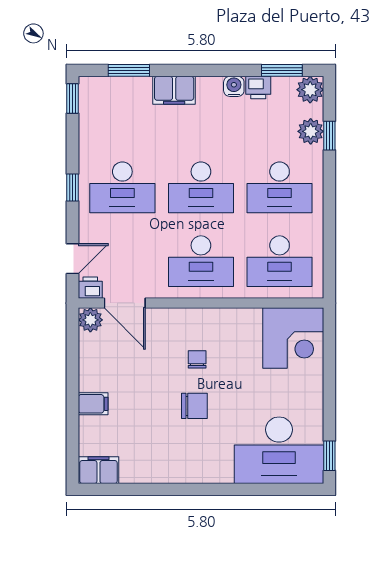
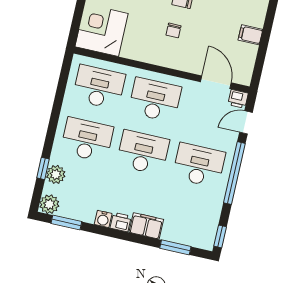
printer: (258, 87) -> (121, 222), moved
window: (72, 187) -> (234, 173), width x3.17
plant: (90, 320) -> (243, 76), removed
filing cabinet: (93, 404) -> (250, 35), moved

